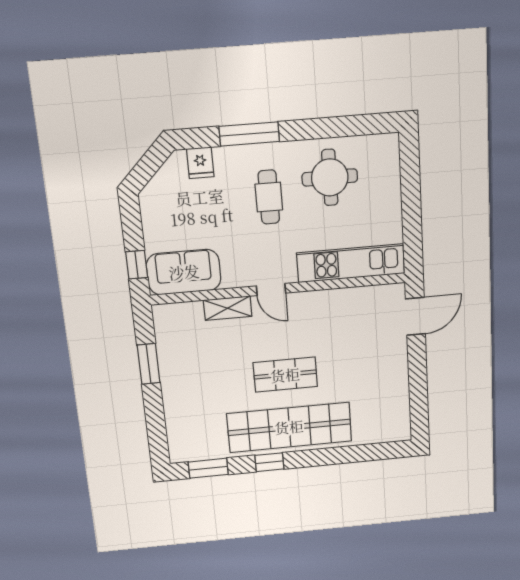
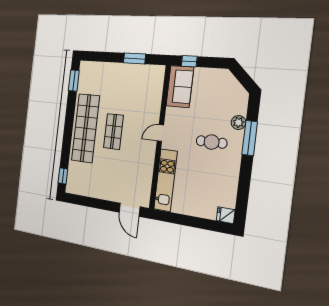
plant: (227, 158) -> (238, 123), added
fridge: (200, 163) -> (226, 215), moved
round table: (330, 177) -> (216, 179), removed
shelving: (228, 308) -> (155, 107), removed
window: (269, 462) -> (63, 176), moved

